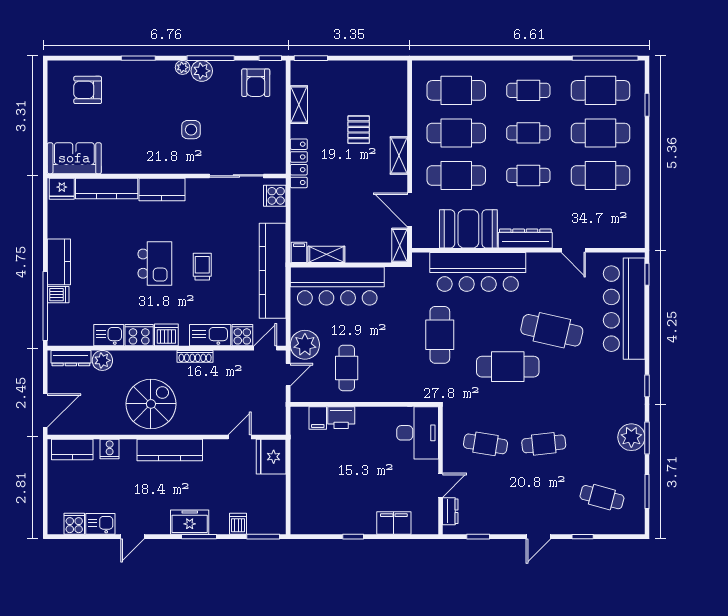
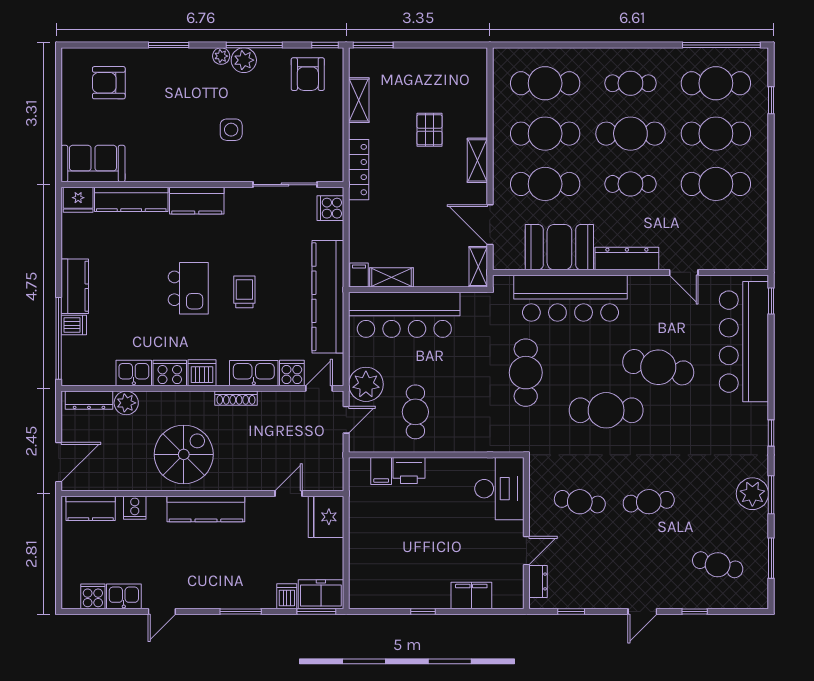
cafe table: (528, 133) -> (630, 134), width x1.37, depth x1.35
freezer: (190, 522) -> (321, 594), moved

